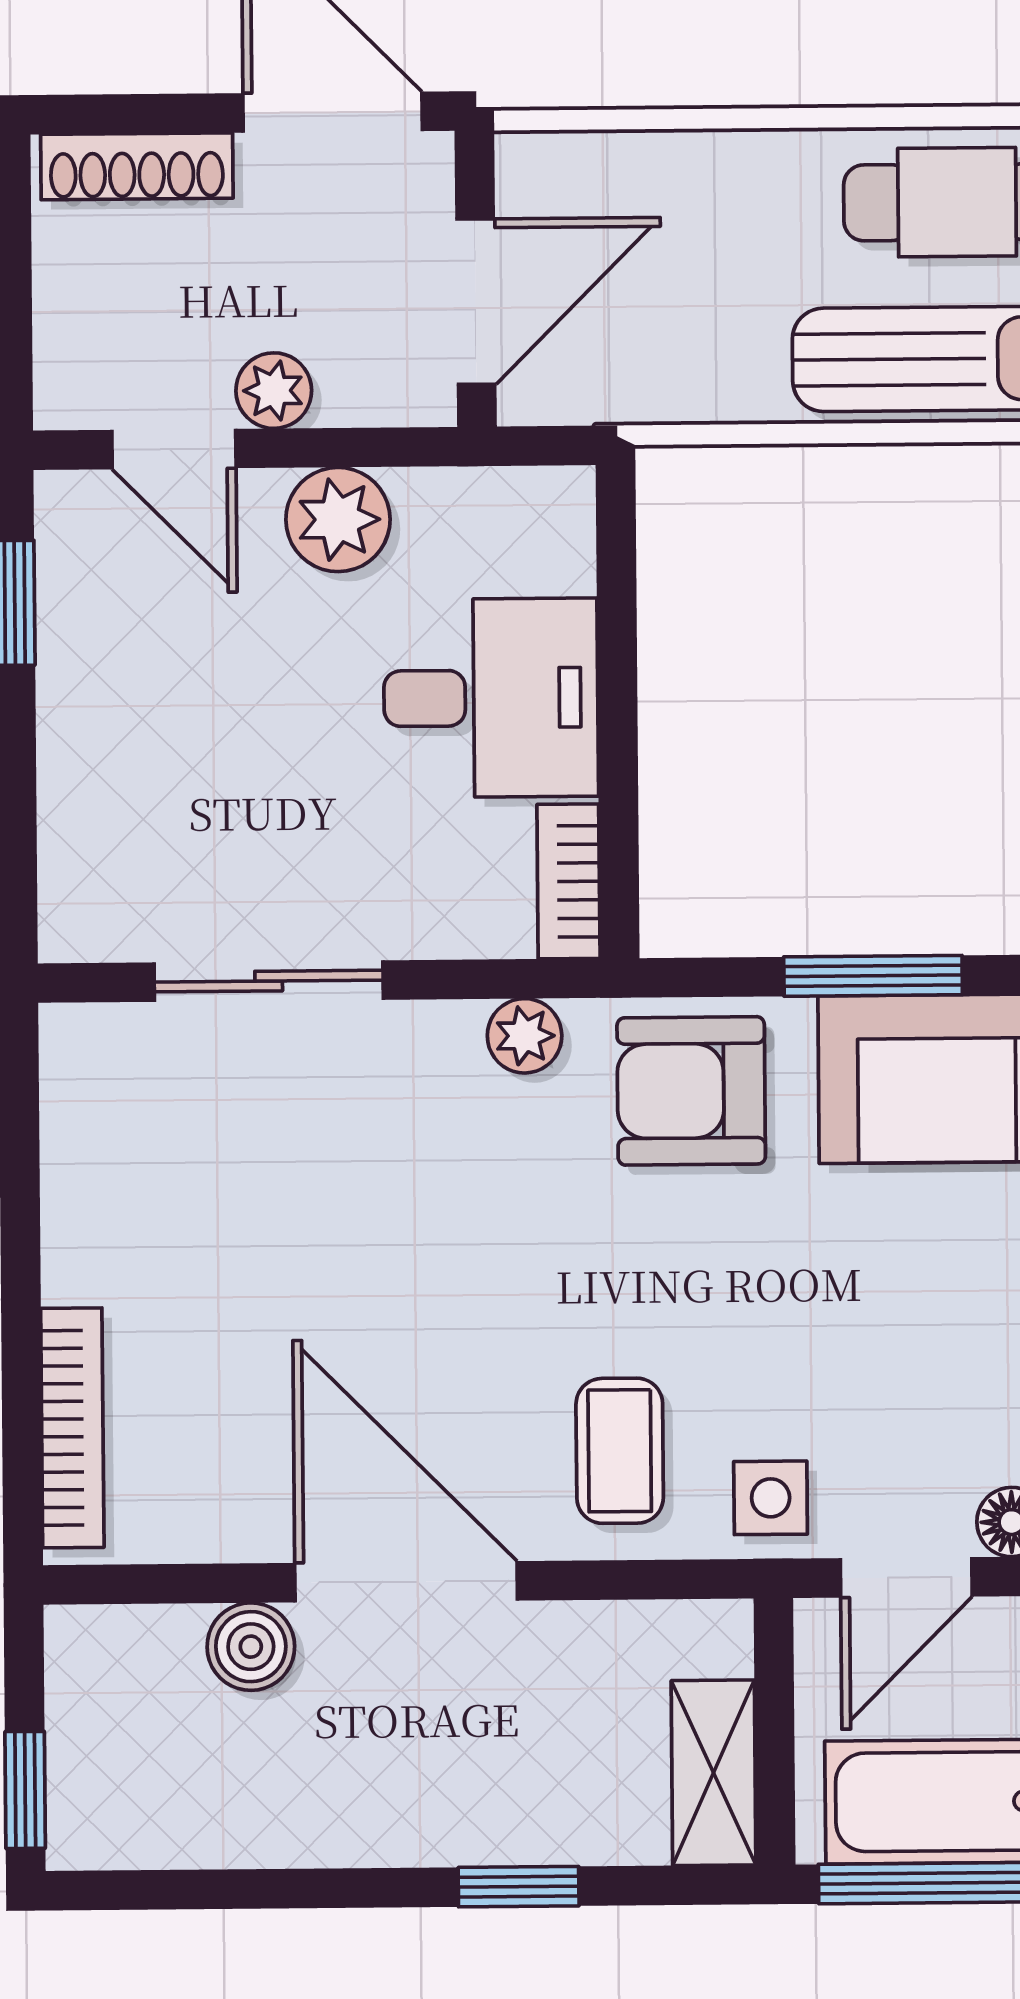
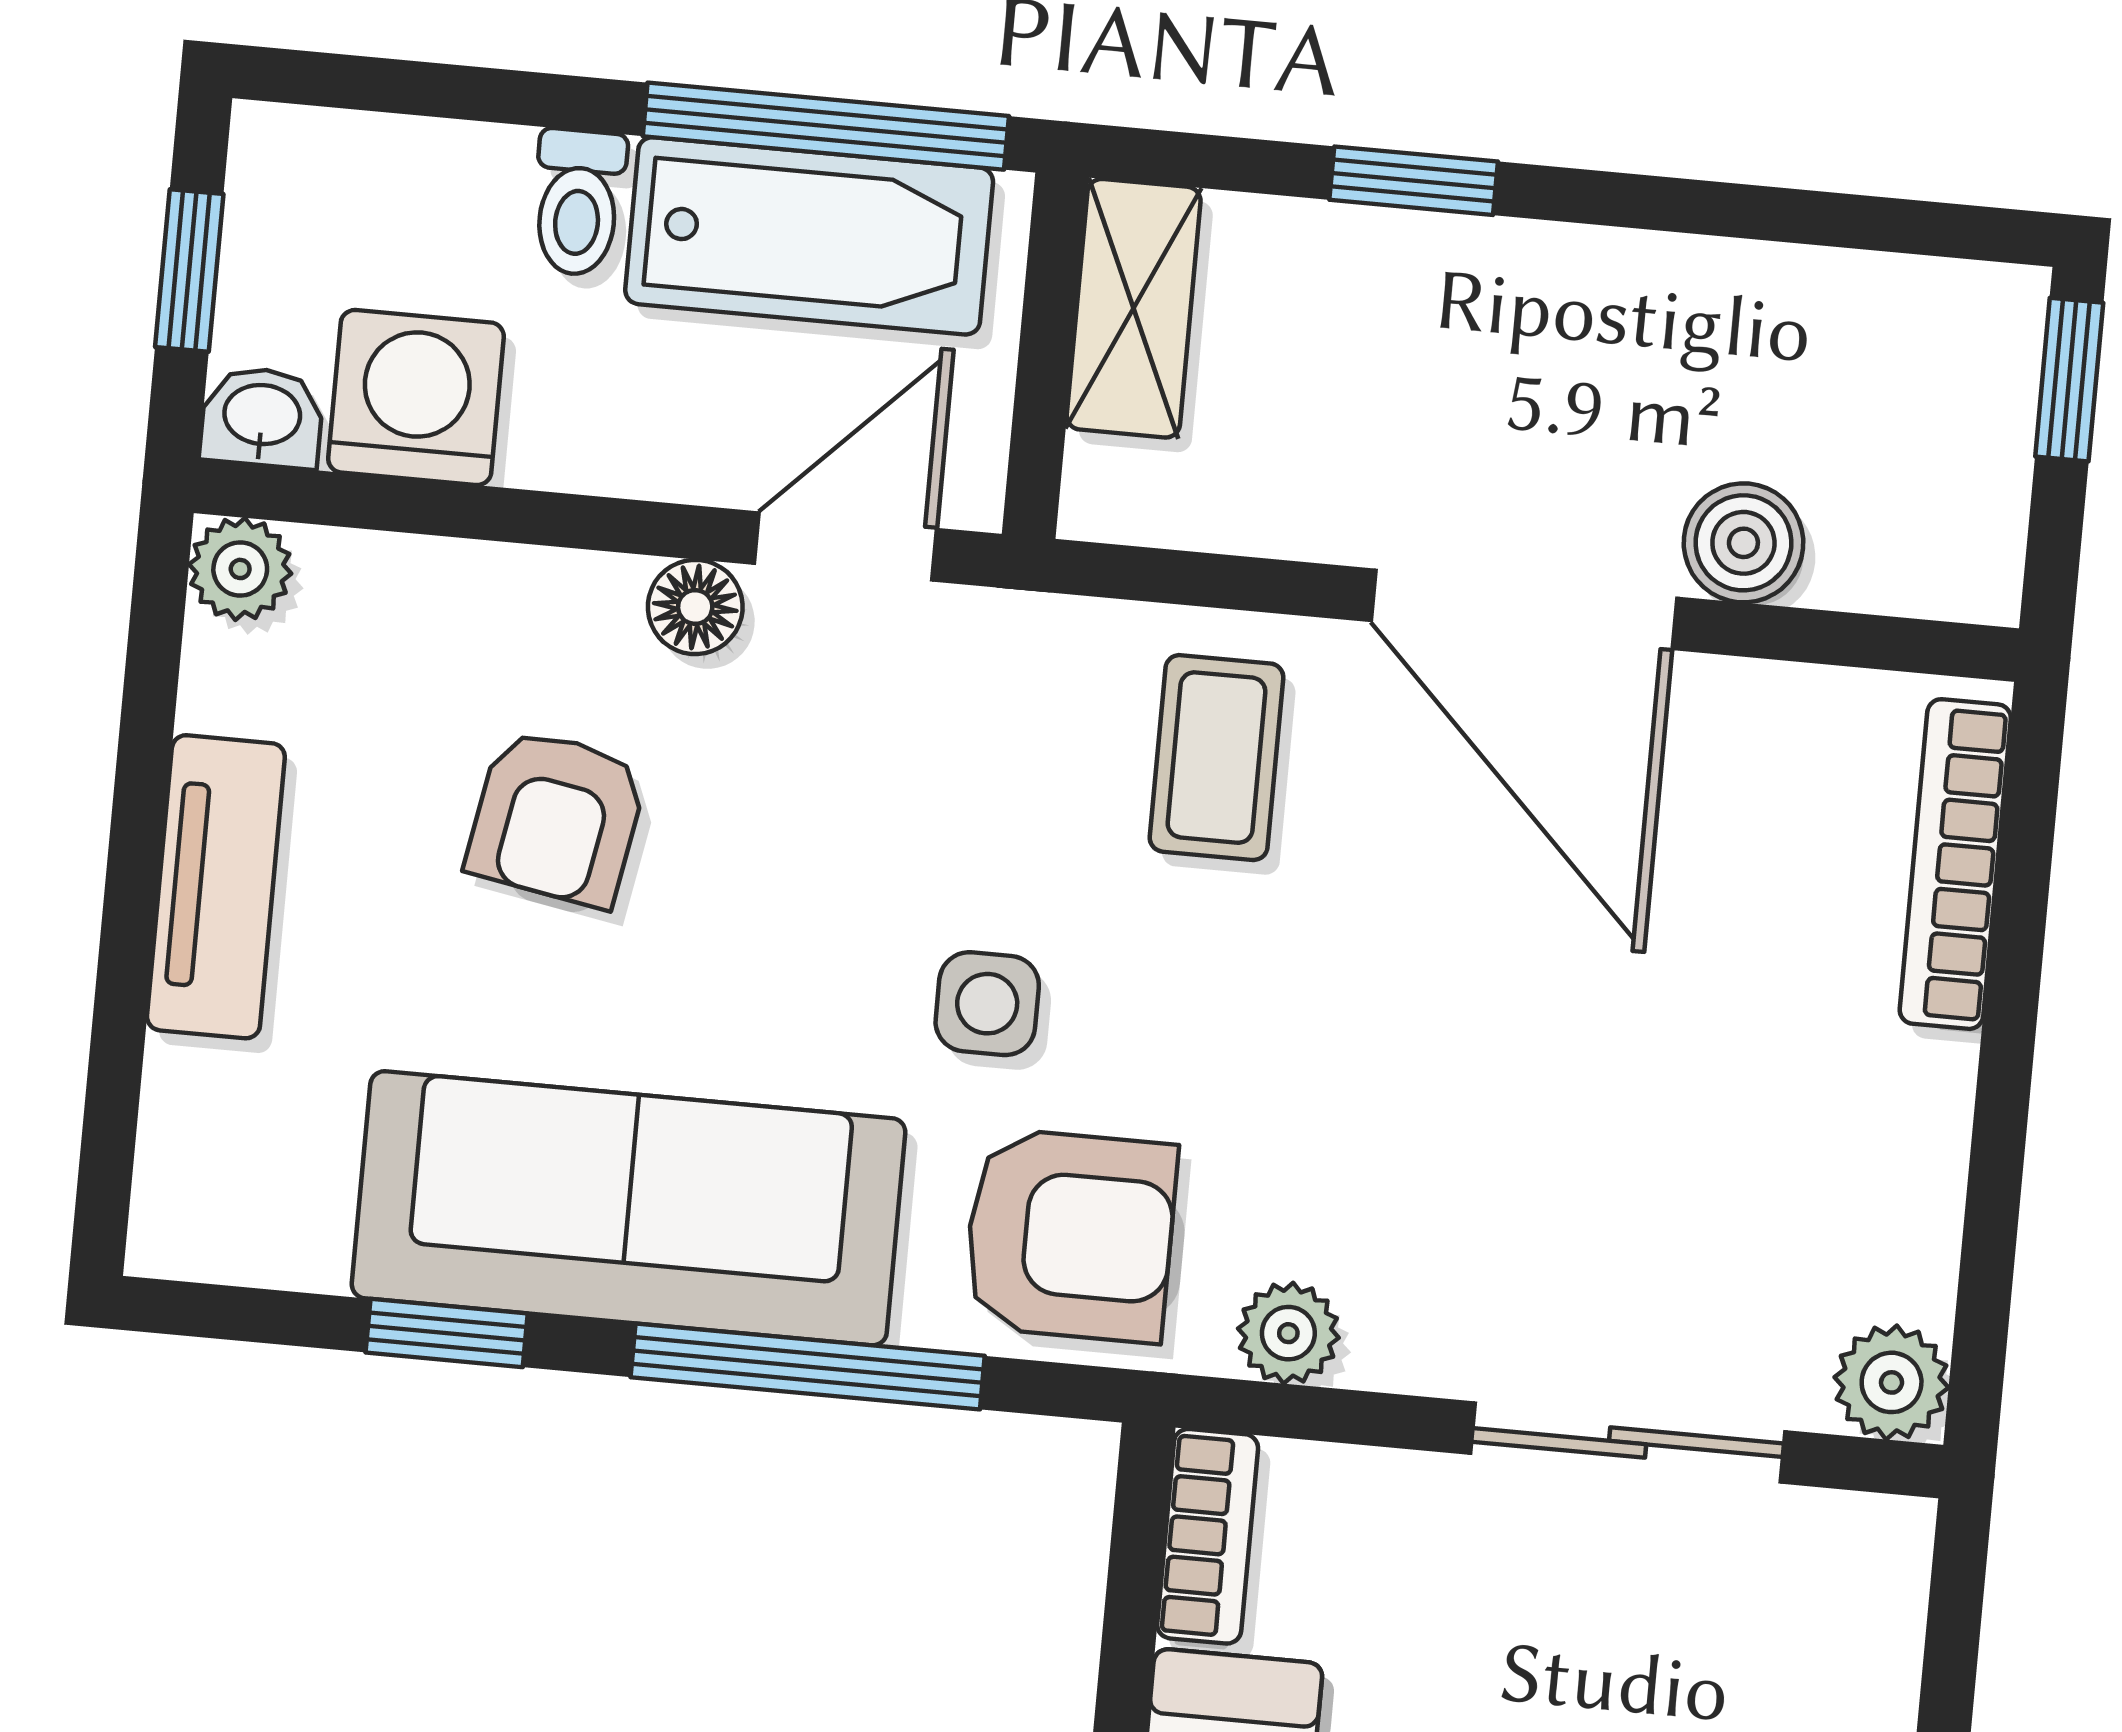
window: (873, 976) -> (808, 1366), width x1.44
plant: (80, 1045) -> (1892, 1382), added
side table: (771, 1498) -> (987, 1004), moved

